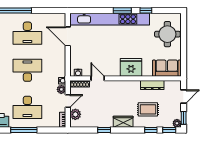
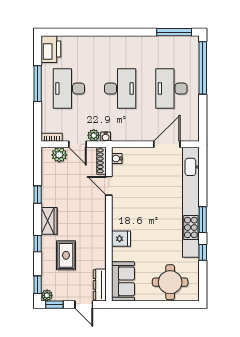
fridge: (131, 67) -> (121, 239), width x0.53, depth x0.75
door: (98, 78) -> (109, 186), swing flipped
dresser: (152, 85) -> (100, 285), moved
window: (151, 130) -> (38, 244), moved

